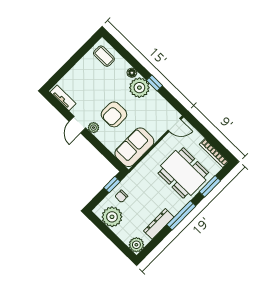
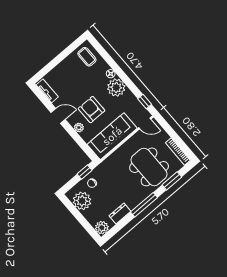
window: (155, 83) -> (145, 101), moved
armchair: (114, 114) -> (92, 110), turned 90
door: (77, 125) -> (58, 116), swing flipped
plant: (93, 128) -> (79, 128), moved
sofa: (134, 147) -> (112, 136), width x1.36
dresser: (159, 224) -> (120, 214), width x0.70

